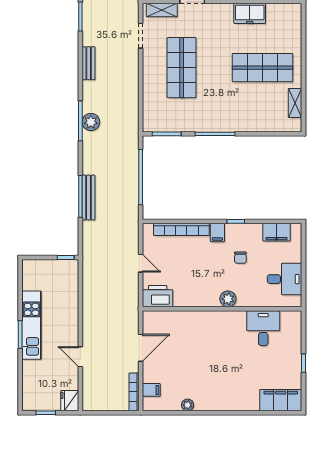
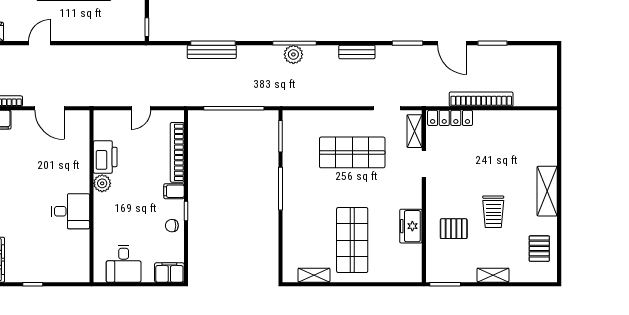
filing cabinet: (277, 232) -> (169, 273), moved, turned 90
chair: (240, 258) -> (172, 226), moved
printer: (158, 296) -> (105, 157), moved
plant: (228, 299) -> (102, 183), moved
desk: (263, 328) -> (71, 211), moved

